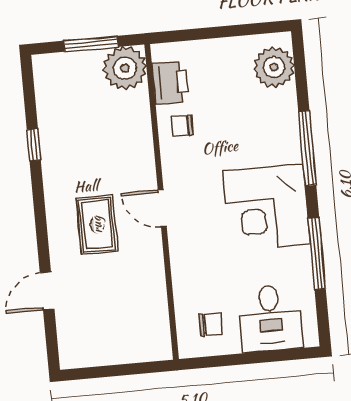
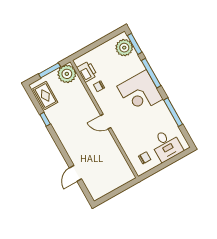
window: (300, 69) -> (135, 44), added
corner desk: (267, 207) -> (140, 93), moved
rug: (97, 225) -> (45, 96), moved

